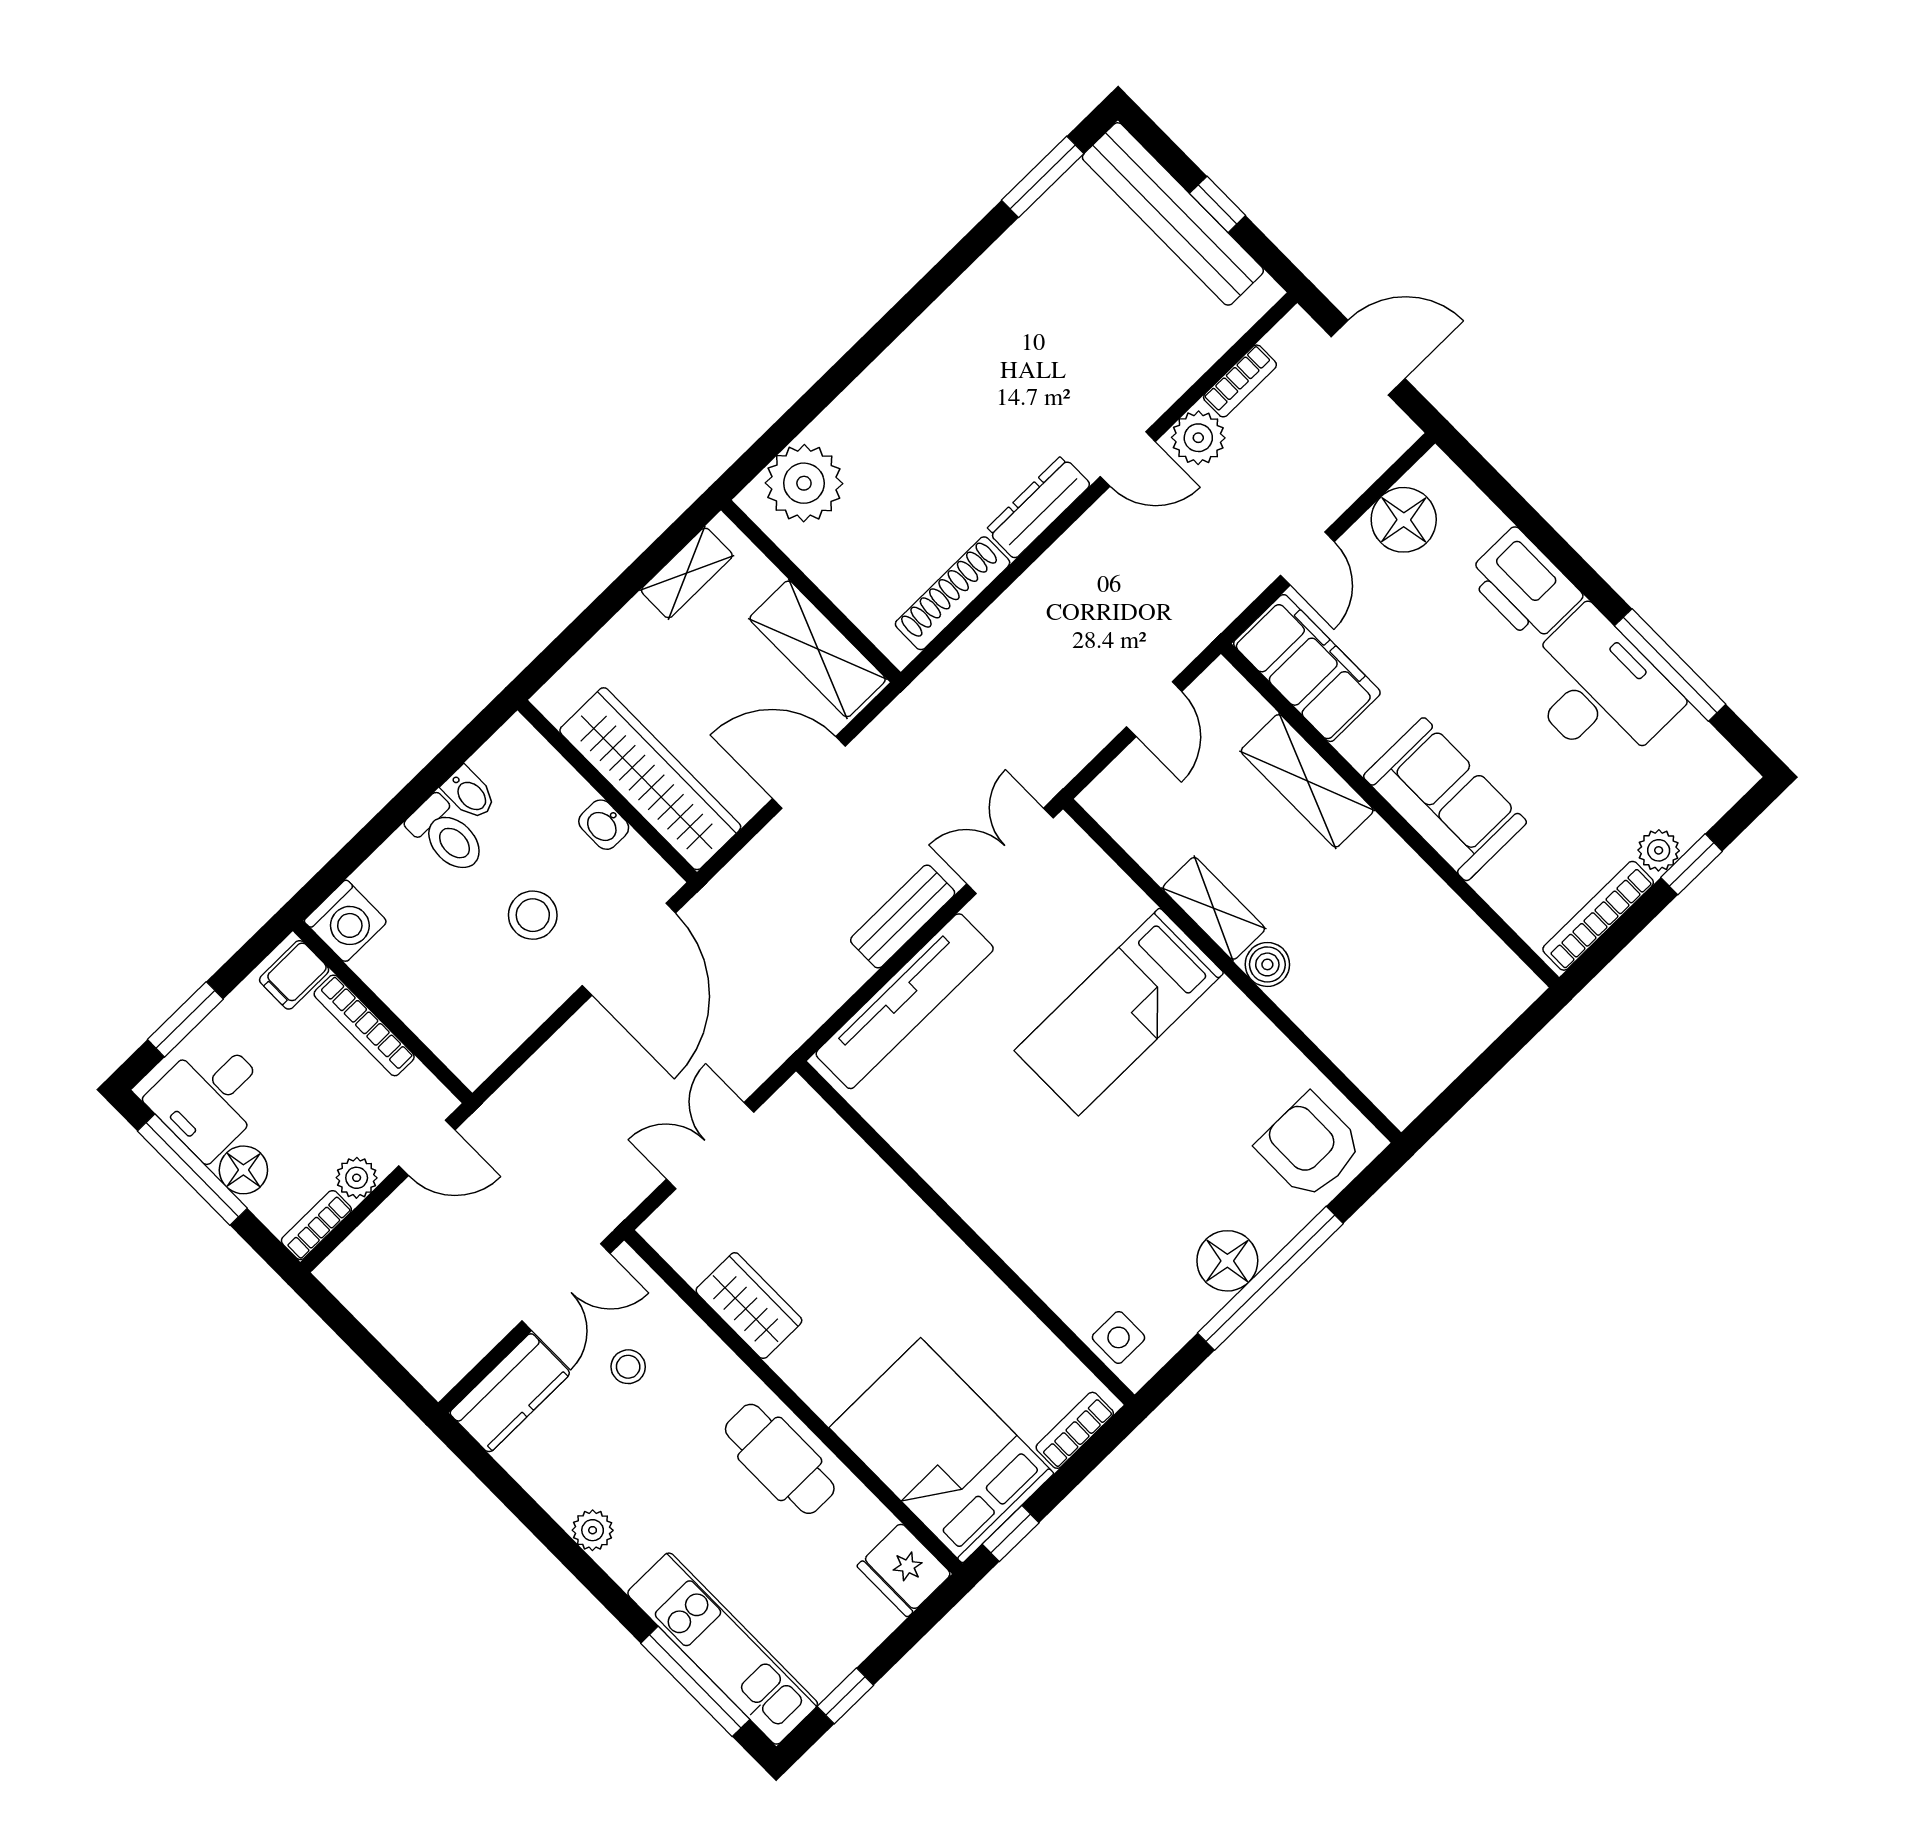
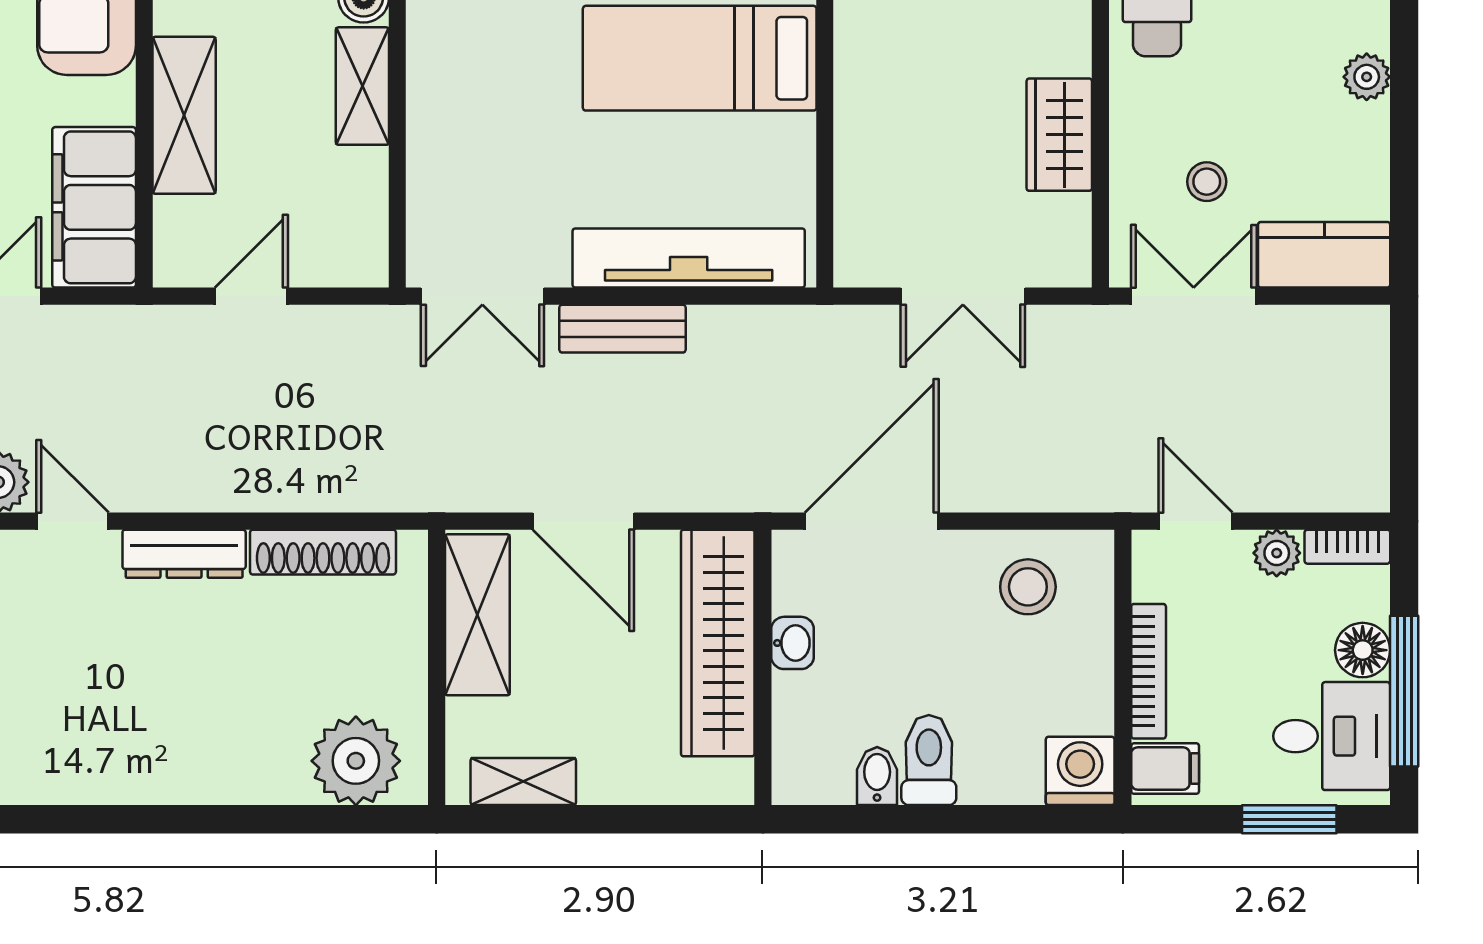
stool: (533, 915) -> (1028, 587), moved
bed: (1119, 1012) -> (700, 58), moved, turned 180

